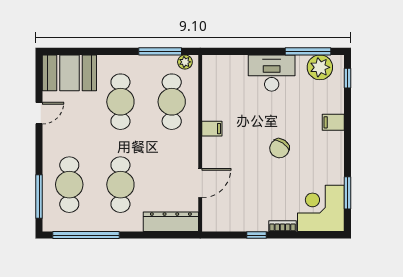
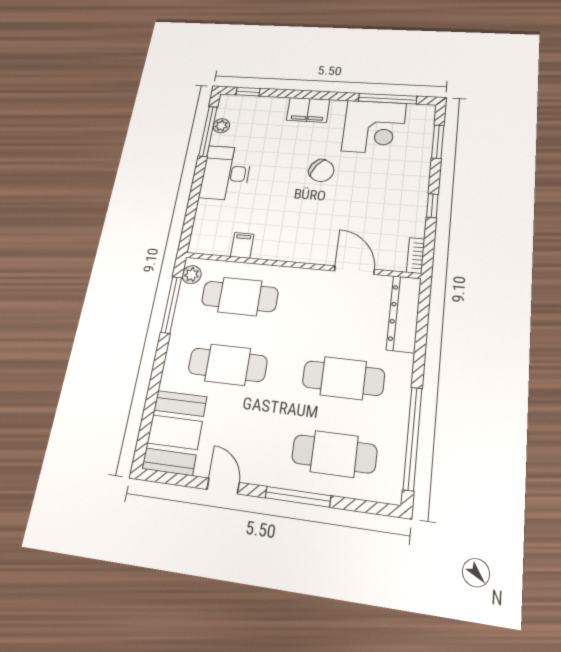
plant: (320, 67) -> (221, 126), width x0.53, depth x0.53
filing cabinet: (333, 122) -> (308, 110), width x2.00
filing cabinet: (212, 129) -> (242, 245), moved
window: (348, 193) -> (388, 99), width x1.44
window: (39, 196) -> (298, 497), moved
corner desk: (321, 208) -> (374, 127), moved, turned -90
bookcase: (282, 226) -> (416, 256), moved
window: (311, 235) -> (438, 142), added

